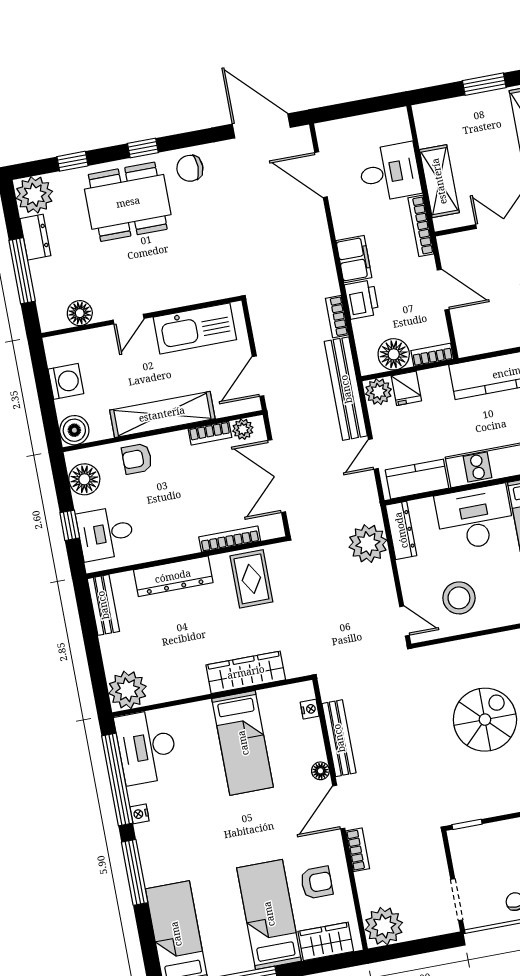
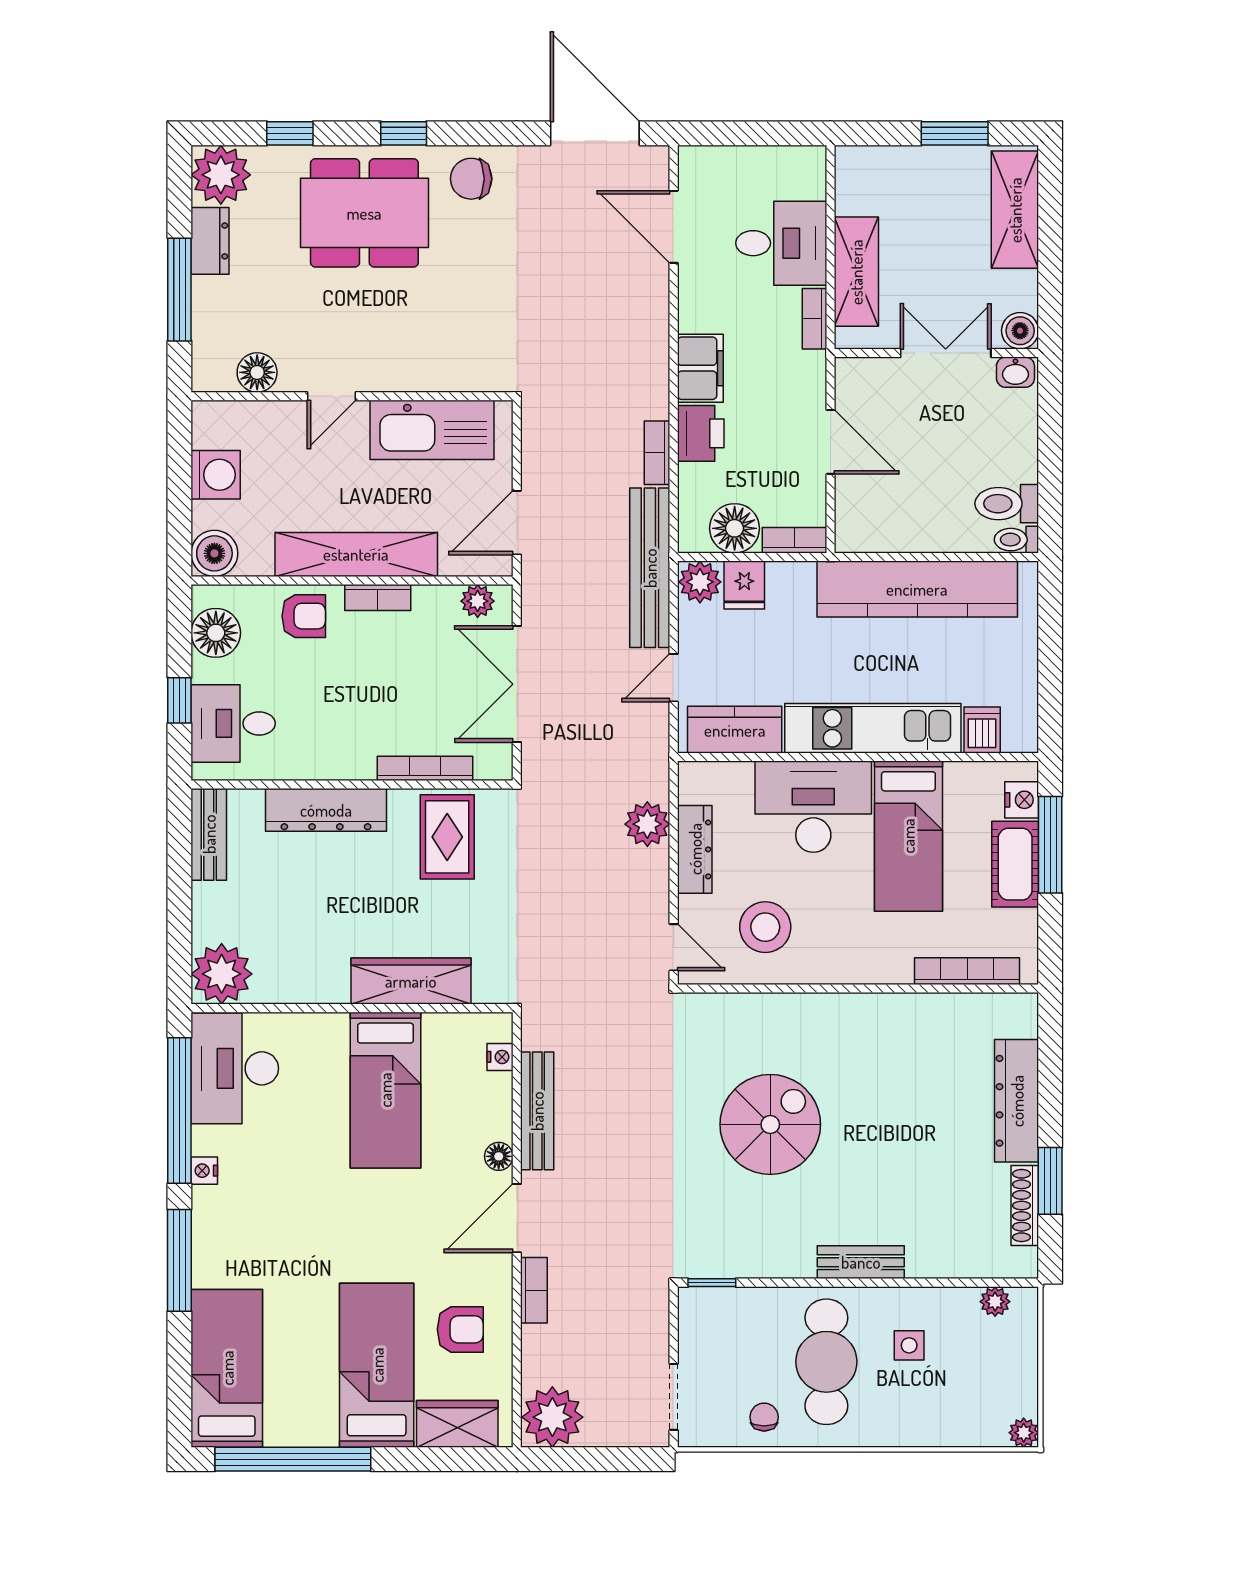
bookcase: (421, 226) -> (814, 319), width x0.64
bookcase: (210, 433) -> (378, 598), moved
armchair: (137, 459) -> (304, 616), turned 180
dresser: (401, 530) -> (695, 849), moved
plant: (368, 544) -> (647, 824), width x0.73, depth x0.73

